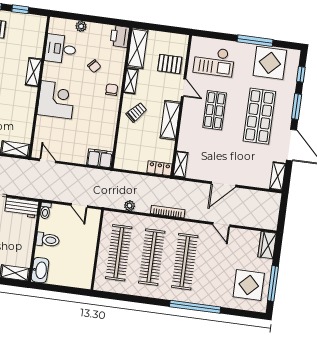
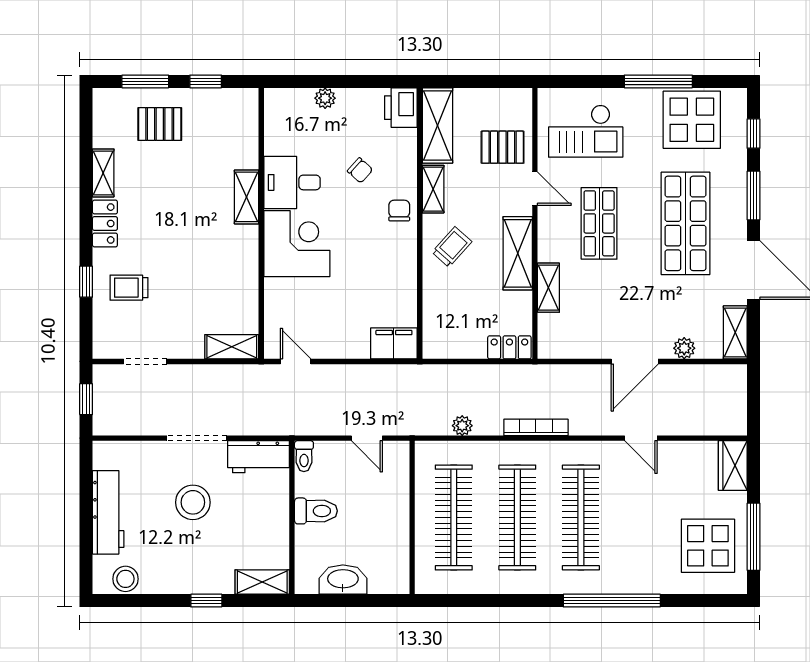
desk: (61, 49) -> (292, 182), moved
shelving: (181, 164) -> (548, 288), moved
plant: (250, 181) -> (684, 348), added
washbasin: (40, 270) -> (343, 580), moved, turned -90

